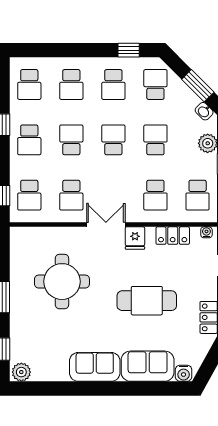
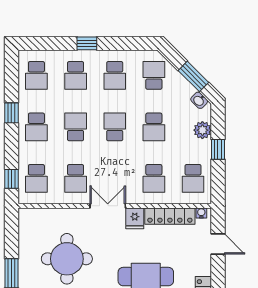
window: (129, 50) -> (87, 43), moved
school desk: (155, 140) -> (154, 127), turned 180
locker: (173, 236) -> (170, 216), width x1.53

